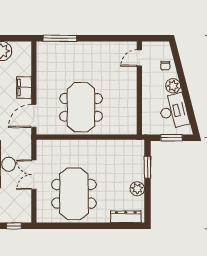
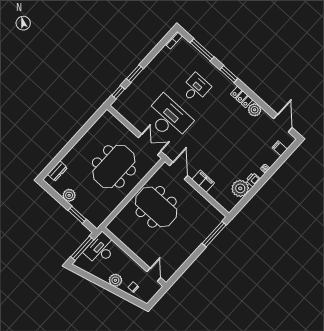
desk: (174, 111) -> (101, 249), moved, turned 104
window: (171, 138) -> (82, 248), width x1.44
double door: (34, 175) -> (150, 144), moved
meeting table: (74, 194) -> (114, 166), moved, turned 90
dresser: (126, 217) -> (57, 171), width x0.70

